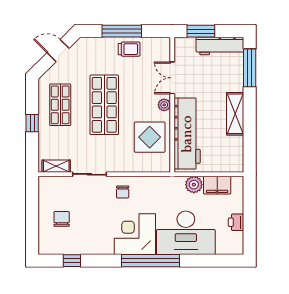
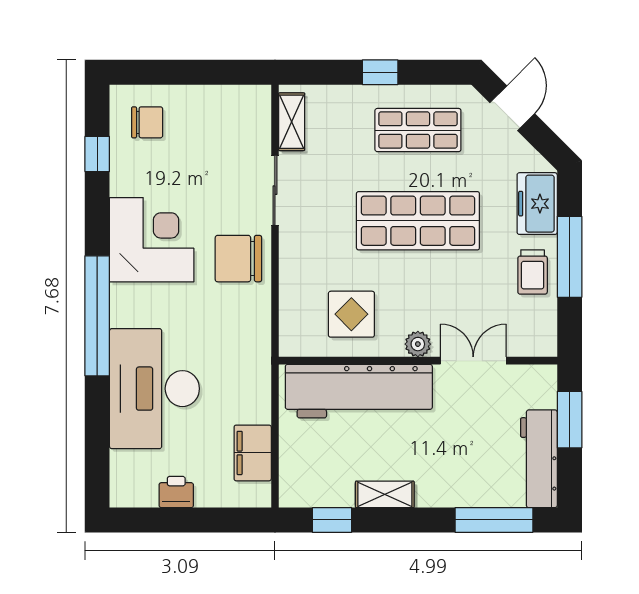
freezer: (96, 47) -> (537, 204), added
door: (58, 51) -> (512, 108), moved
shelving: (235, 114) -> (385, 494), width x0.67, depth x0.75
display table: (150, 137) -> (351, 314), width x0.73, depth x0.73
window: (250, 147) -> (332, 520), added
plant: (194, 185) -> (254, 405), removed
chair: (123, 192) -> (238, 259), width x1.87, depth x1.87
chair: (62, 219) -> (147, 122), moved
corner desk: (135, 234) -> (152, 240), moved

